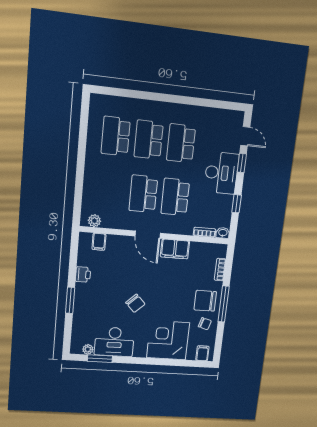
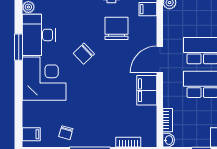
chair: (205, 301) -> (116, 28), moved
corner desk: (168, 340) -> (44, 79), moved
window: (100, 359) -> (19, 47), moved

